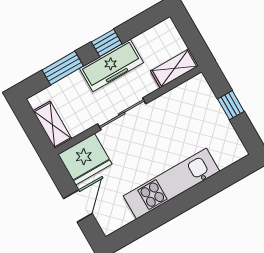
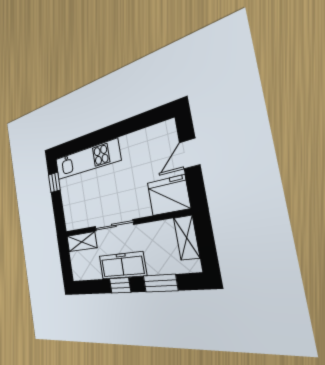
window: (231, 105) -> (54, 182), moved
sliding door: (122, 114) -> (114, 225), moved
kitchen unit: (171, 184) -> (86, 160), moved

